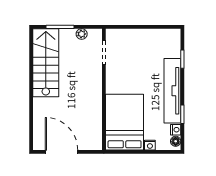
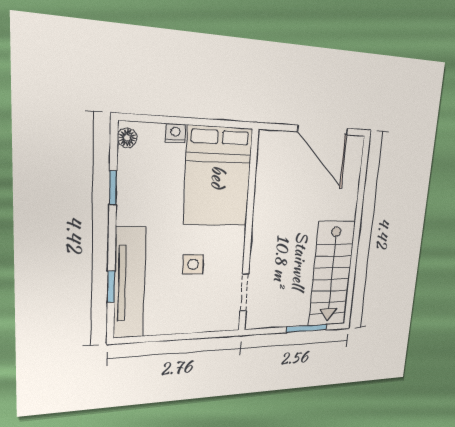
plant: (82, 34) -> (276, 320), removed
side table: (136, 71) -> (193, 264), added
tv unit: (172, 91) -> (130, 283), moved
nightstand: (176, 130) -> (127, 160), removed

